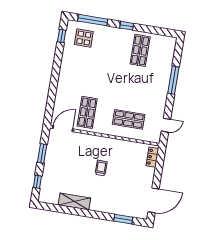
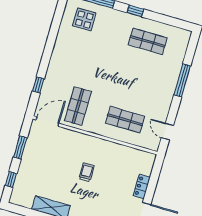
window: (62, 36) -> (38, 85), moved
shop shelf: (140, 50) -> (148, 41), turned 90
door: (166, 125) -> (167, 132), swing flipped
locker: (152, 157) -> (142, 187), moved

